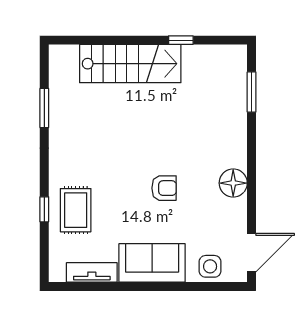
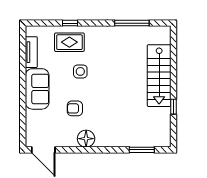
window: (44, 108) -> (132, 23), width x1.44
armchair: (164, 188) -> (75, 108), moved, turned 90
side table: (210, 266) -> (80, 71), moved

